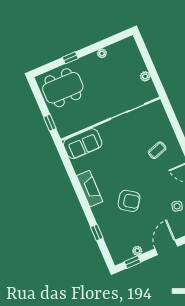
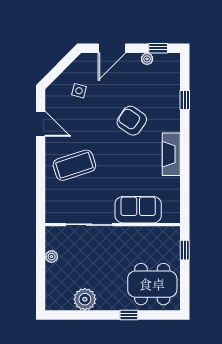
plant: (102, 53) -> (85, 299), width x1.87, depth x1.87
sofa: (83, 144) -> (138, 210), moved
coffee table: (157, 150) -> (74, 165), width x1.86, depth x1.72

